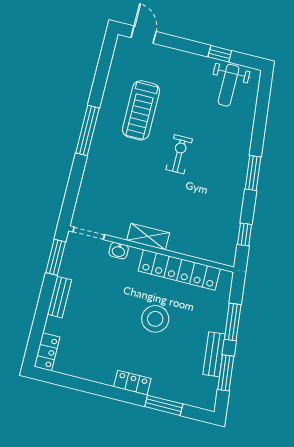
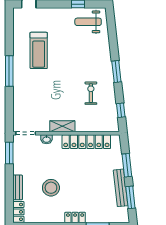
weight bench: (228, 85) -> (88, 22), turned 90
exercise bike: (179, 154) -> (91, 93), moved
bench: (59, 297) -> (18, 187), moved
stool: (155, 319) -> (51, 188), moved
bench: (214, 354) -> (121, 188), width x1.36

